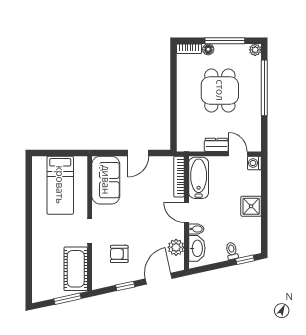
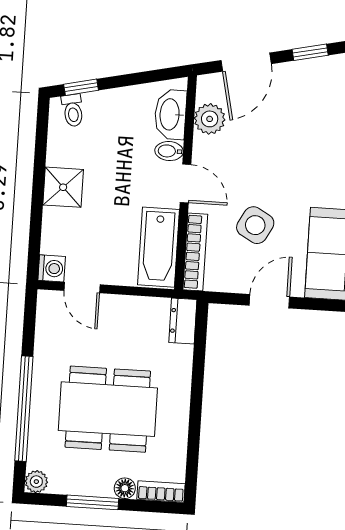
window: (225, 41) -> (92, 502), width x0.69
dining table: (220, 90) -> (108, 409), width x1.38
dresser: (216, 145) -> (183, 321), moved, turned 90
side table: (148, 193) -> (255, 225), added
toilet: (232, 251) -> (73, 110), moved
armchair: (119, 254) -> (317, 113), removed

